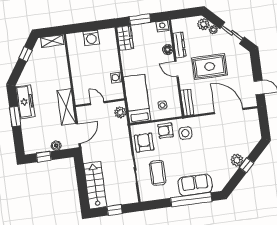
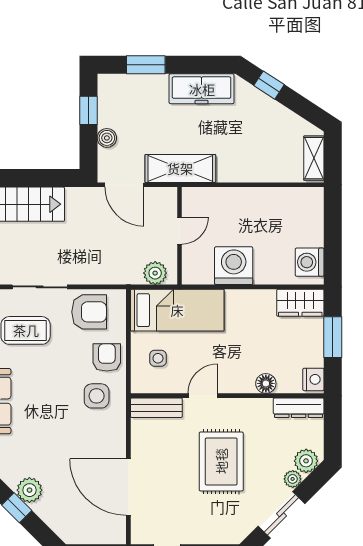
washing machine: (91, 38) -> (310, 262), moved
dresser: (179, 45) -> (299, 408), moved
window: (26, 54) -> (269, 85), moved
door: (176, 69) -> (203, 396), moved
washing machine: (116, 78) -> (234, 266), width x1.89, depth x1.89
door: (229, 111) -> (128, 487), swing flipped
window: (15, 116) -> (146, 65), moved

